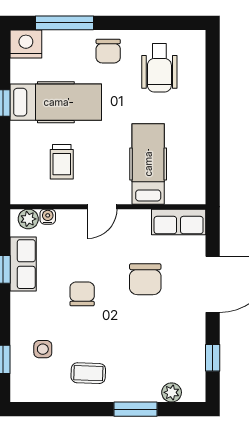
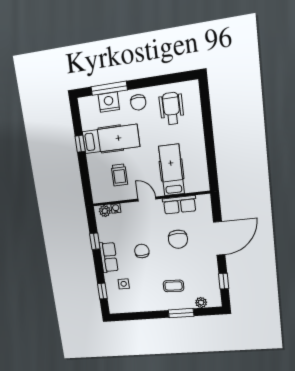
nightstand: (26, 44) -> (109, 102), moved
wheelchair: (159, 68) -> (171, 109), turned 180
door: (102, 207) -> (147, 199), swing flipped
row of seats: (179, 222) -> (180, 205), moved
row of seats: (23, 264) -> (109, 257), moved
coffee table: (88, 373) -> (173, 286), moved

